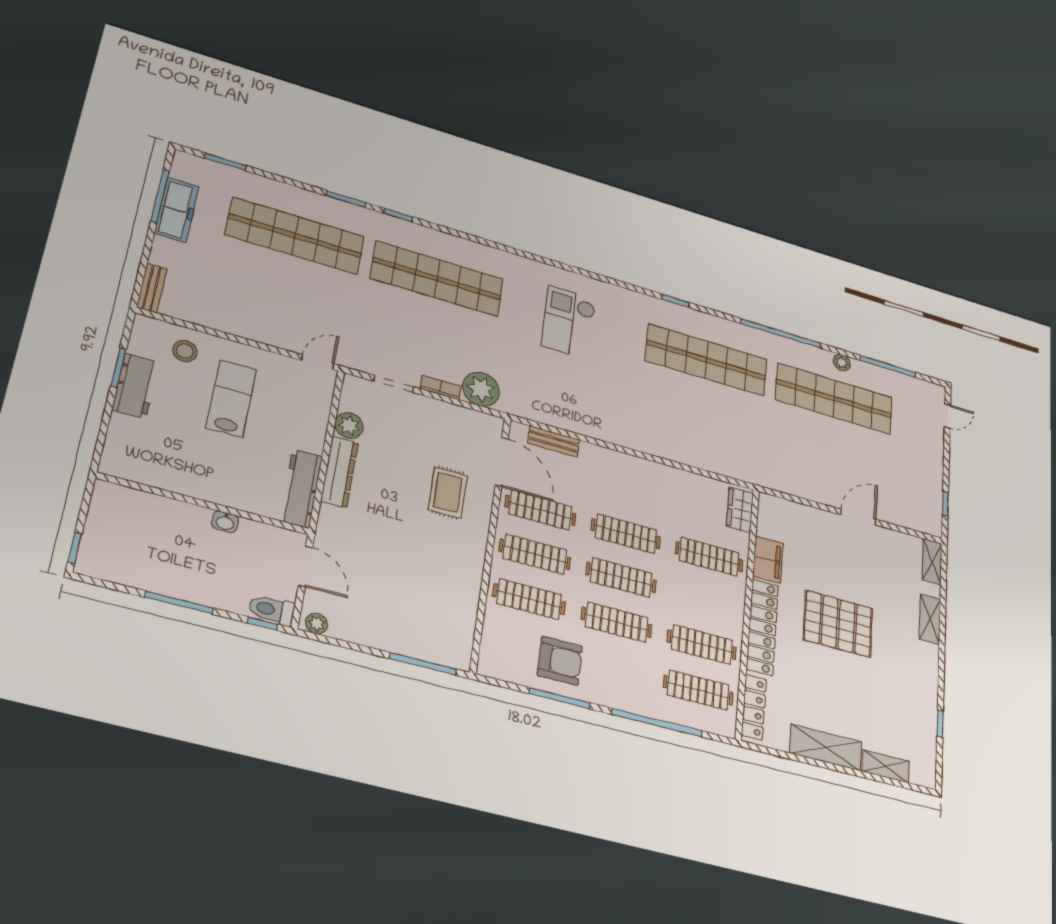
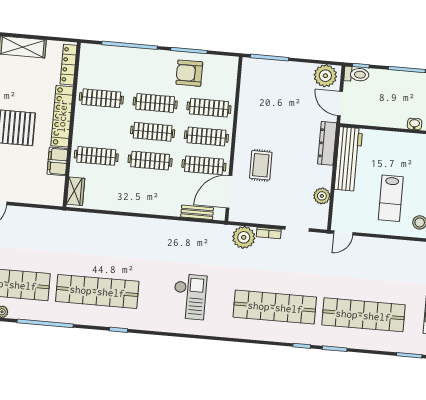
door: (502, 462) -> (229, 192), hinge flipped
dresser: (339, 472) -> (327, 143), moved
workbench: (301, 488) -> (348, 159), width x1.36, depth x1.32
washbasin: (225, 522) -> (415, 124), moved
plant: (317, 624) -> (325, 76), width x1.88, depth x1.88
clothes rail: (698, 690) -> (104, 69), removed

